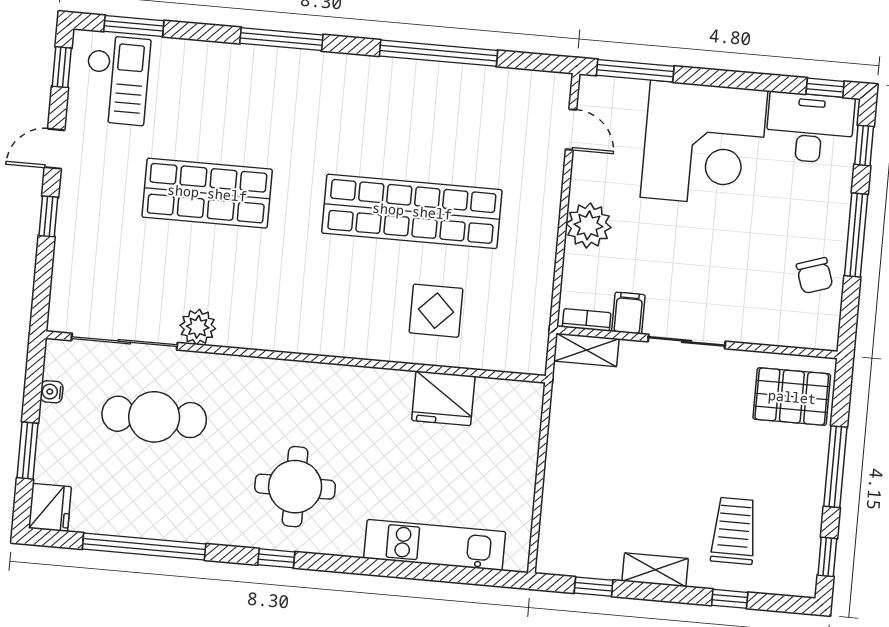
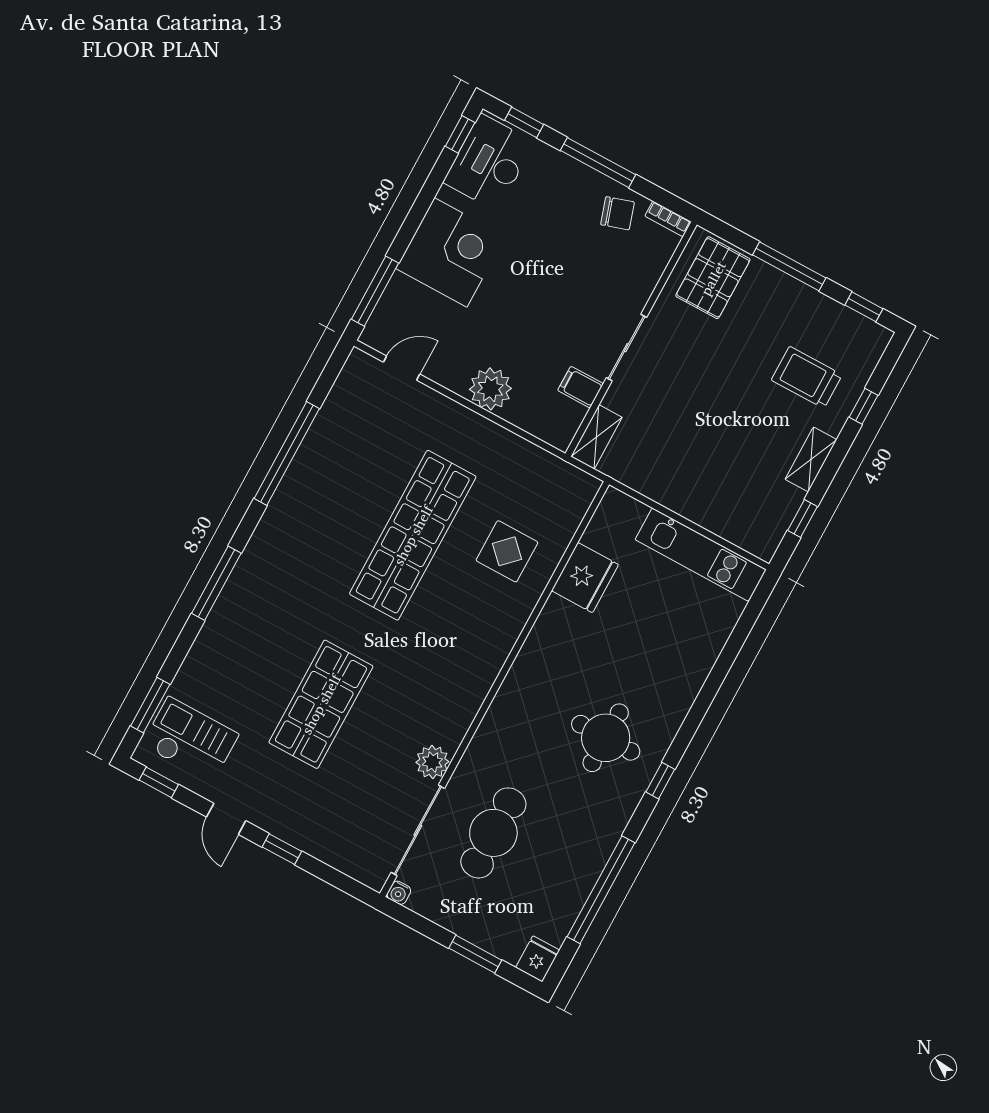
corner desk: (704, 144) -> (451, 252), width x0.74, depth x0.74
bookcase: (587, 320) -> (668, 219), moved, turned -90
water cooler: (52, 392) -> (399, 893), moved
fridge: (50, 507) -> (538, 959), width x0.72
kitchen unit: (435, 545) -> (701, 555), moved, turned -90

